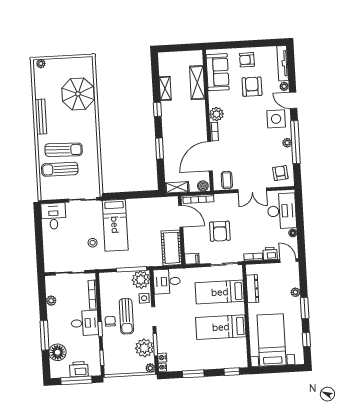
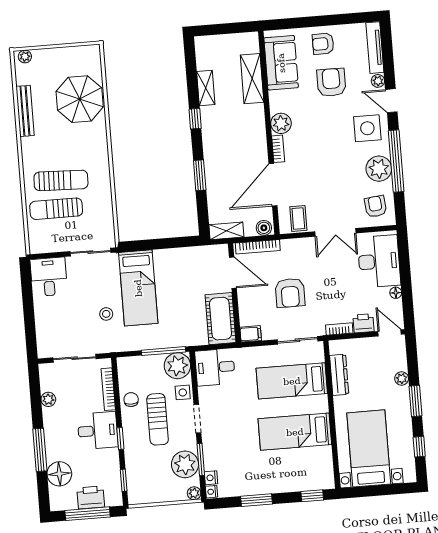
bench: (41, 117) -> (25, 111), moved
plant: (287, 143) -> (379, 169), width x1.88, depth x1.88
chair: (110, 321) -> (131, 400), moved

